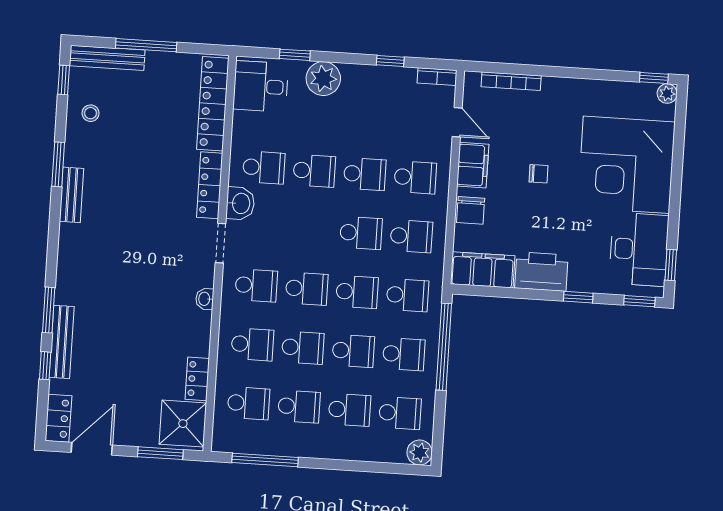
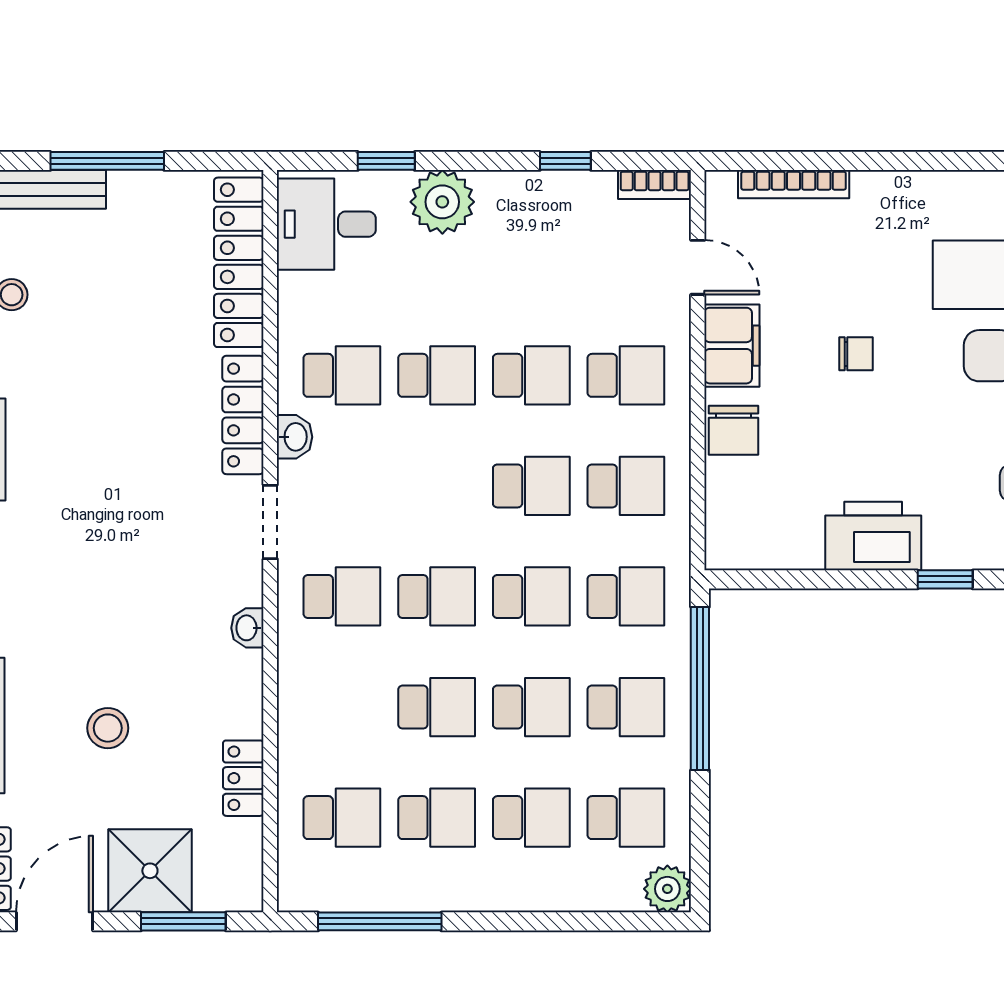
washbasin: (240, 203) -> (295, 437), width x0.72, depth x0.69
filing cabinet: (483, 270) -> (763, 540), removed
school desk: (252, 344) -> (342, 707), removed
stool: (127, 347) -> (108, 728), added
shower: (183, 424) -> (150, 871), moved

